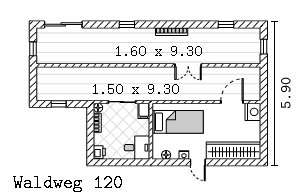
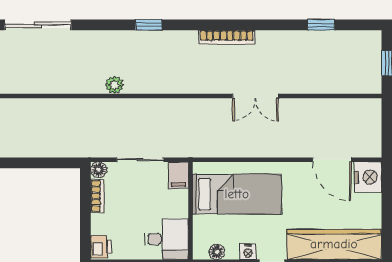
plant: (107, 59) -> (114, 85), added
door: (232, 102) -> (332, 160), swing flipped
window: (59, 104) -> (30, 163), removed

